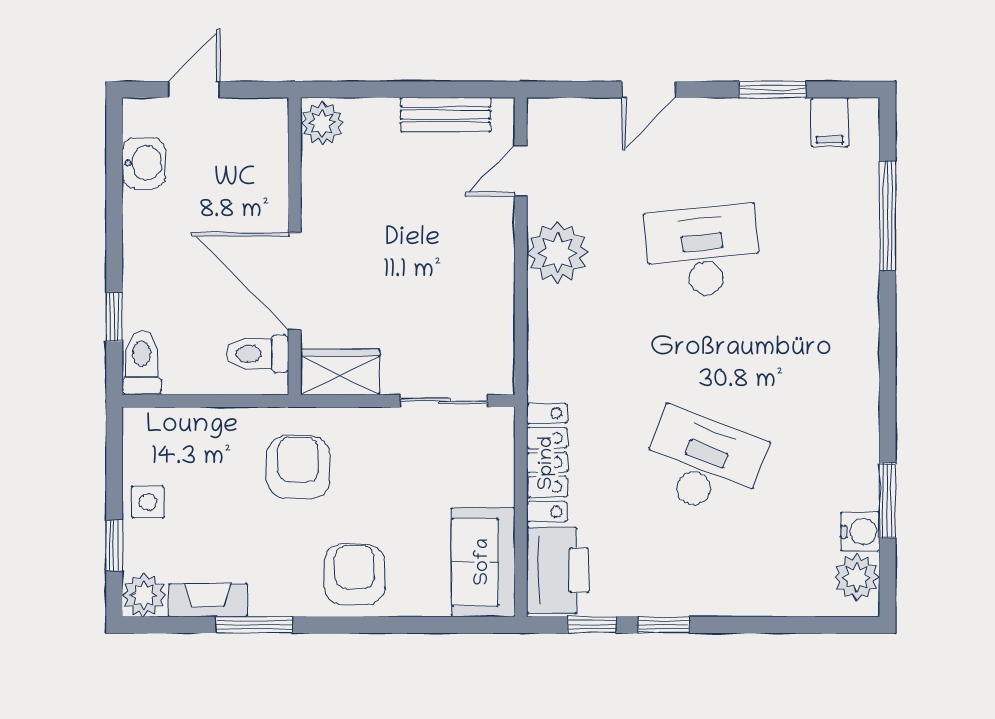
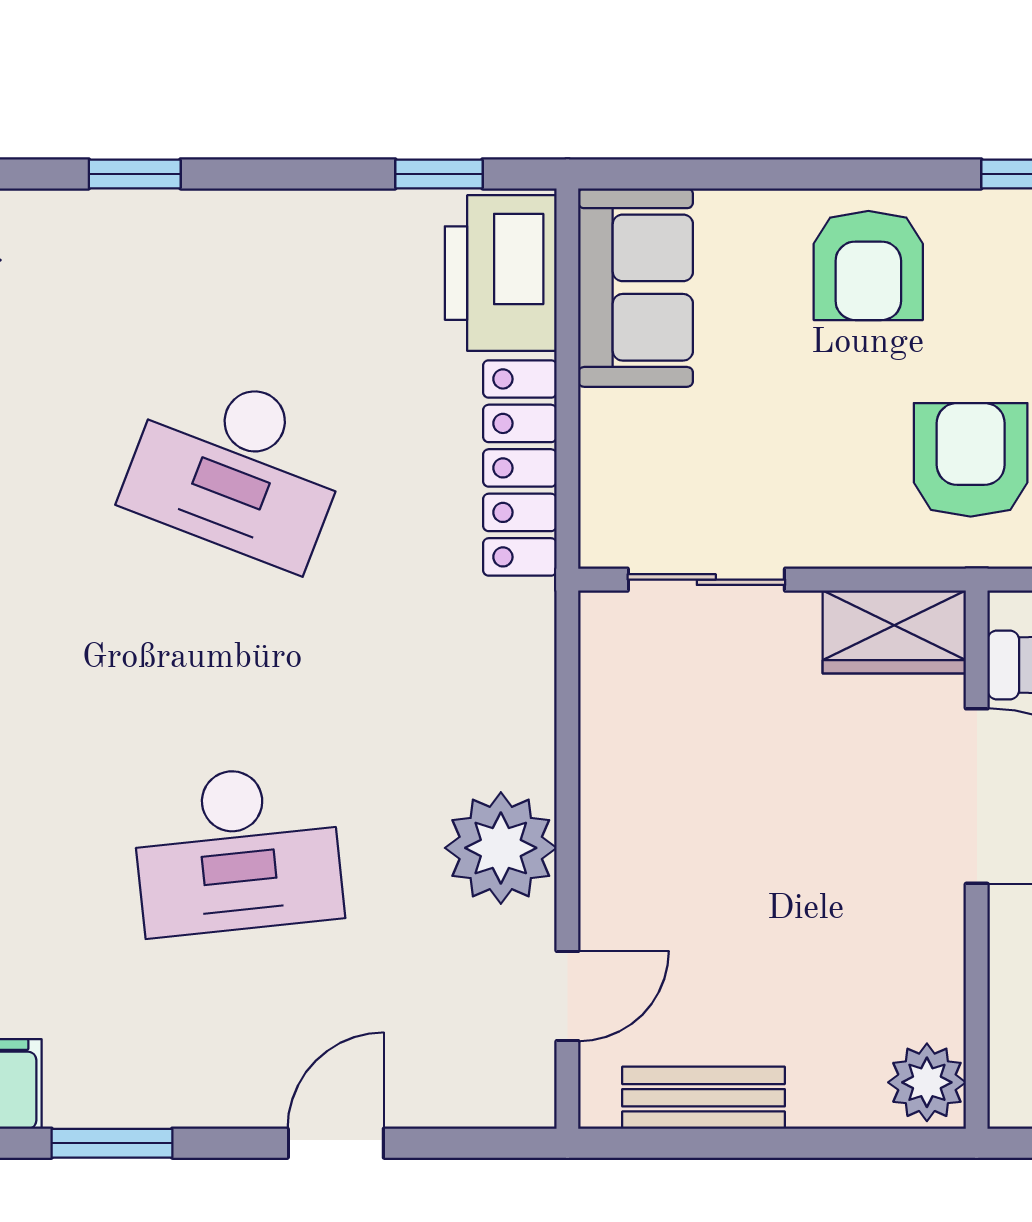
armchair: (298, 467) -> (971, 460), turned 180
window: (664, 625) -> (135, 174), moved

